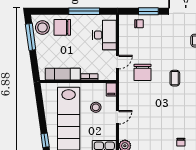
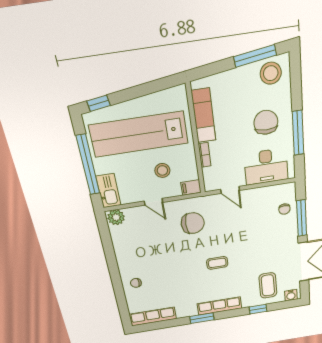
window: (148, 11) -> (302, 218), width x1.44
chair: (62, 27) -> (266, 122), moved
chair: (143, 72) -> (193, 223), moved, turned 180

